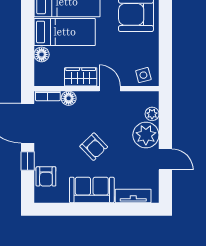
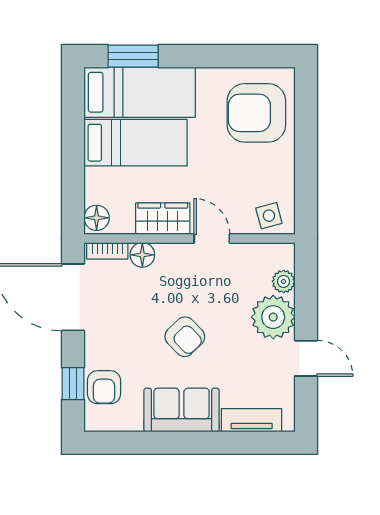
floor lamp: (42, 54) -> (97, 218), moved
window: (28, 161) -> (73, 384), moved

